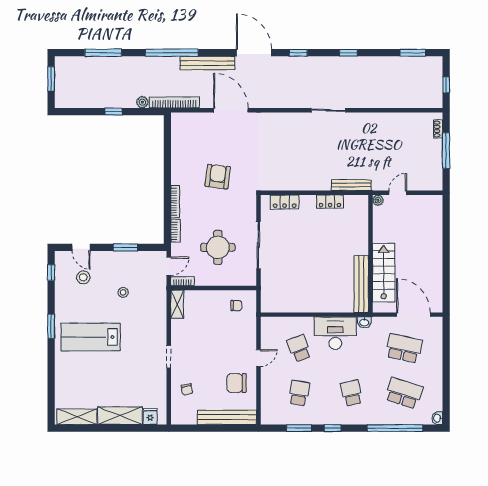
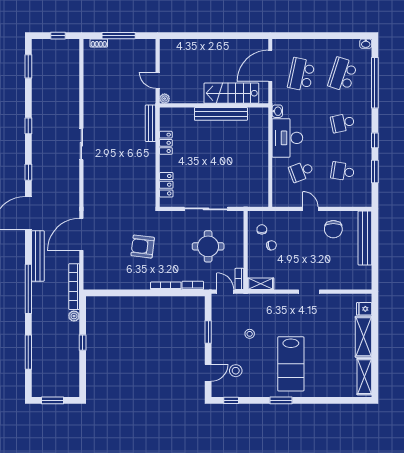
bench: (361, 284) -> (221, 114), moved
chair: (187, 389) -> (271, 245), moved

